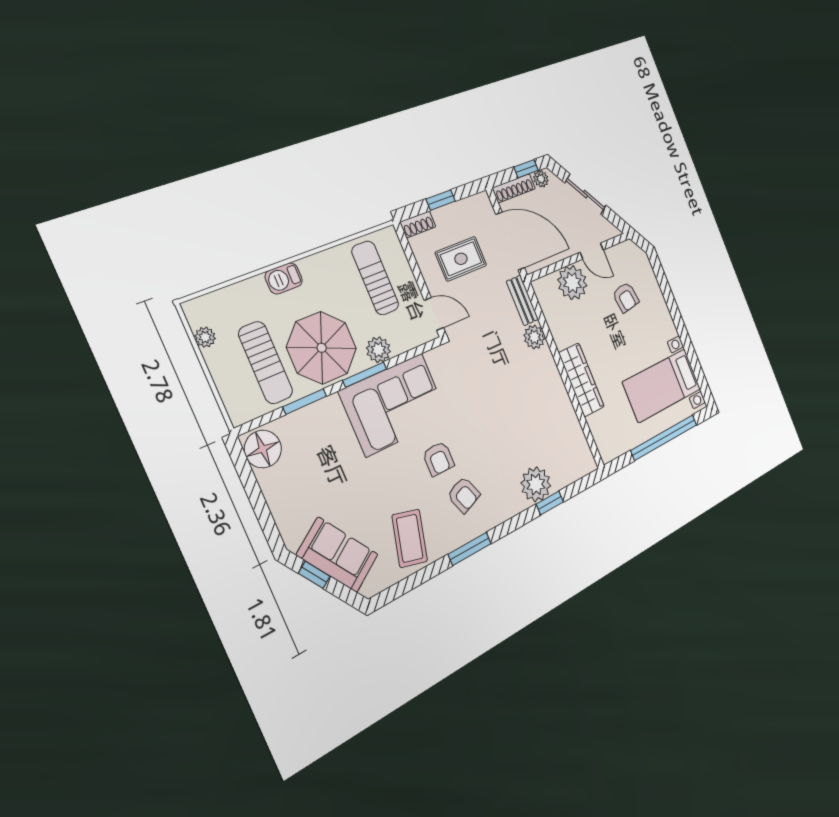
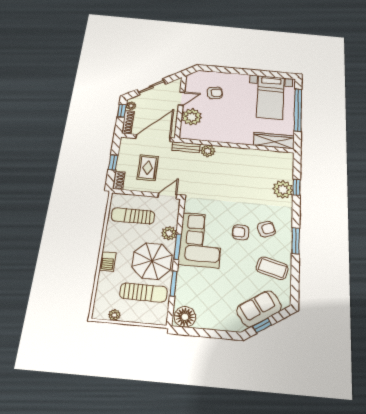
wardrobe: (581, 380) -> (274, 141), moved
armchair: (438, 459) -> (241, 232), turned 180

